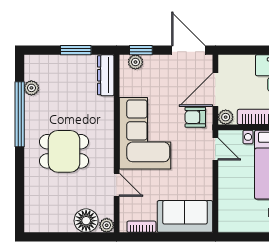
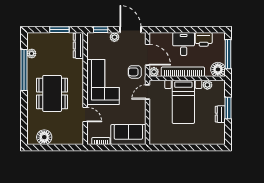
plant: (135, 62) -> (114, 37), moved
door: (215, 90) -> (148, 55), swing flipped
door: (215, 149) -> (148, 92), swing flipped
dining table: (64, 151) -> (52, 93), width x1.38
floor lamp: (86, 221) -> (44, 137), moved
plant: (107, 225) -> (79, 140), removed

